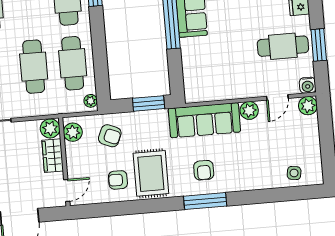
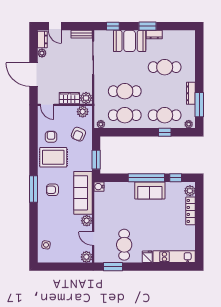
window: (319, 45) -> (113, 267), moved
water cooler: (308, 85) -> (99, 187), moved

